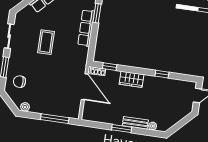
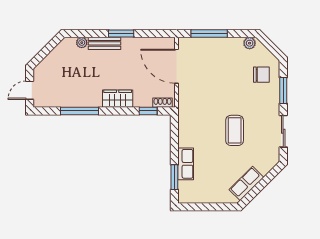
row of seats: (86, 28) -> (186, 164), width x0.68
window: (162, 74) -> (79, 111), width x2.17
door: (85, 87) -> (177, 66), moved

